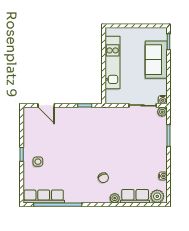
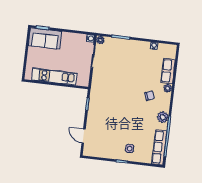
sofa: (156, 60) -> (45, 38), moved
door: (46, 105) -> (84, 136), swing flipped
plant: (157, 196) -> (163, 117), moved

